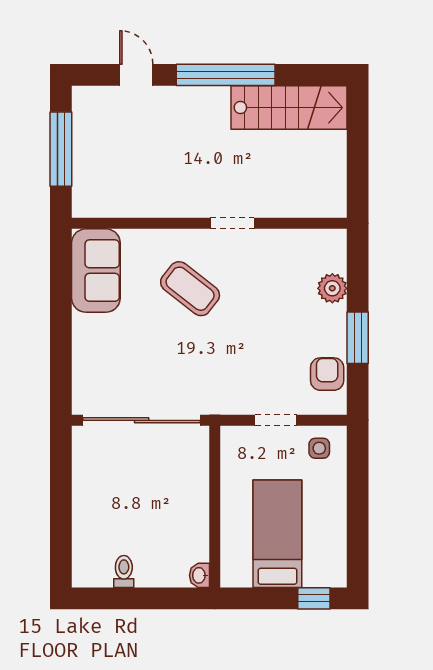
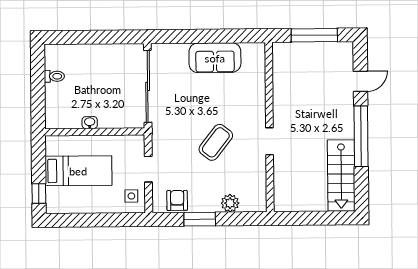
sofa: (96, 271) -> (215, 58), moved
coffee table: (190, 289) -> (216, 142), moved
armchair: (327, 374) -> (177, 200), turned -90
washbasin: (199, 575) -> (90, 123), moved

